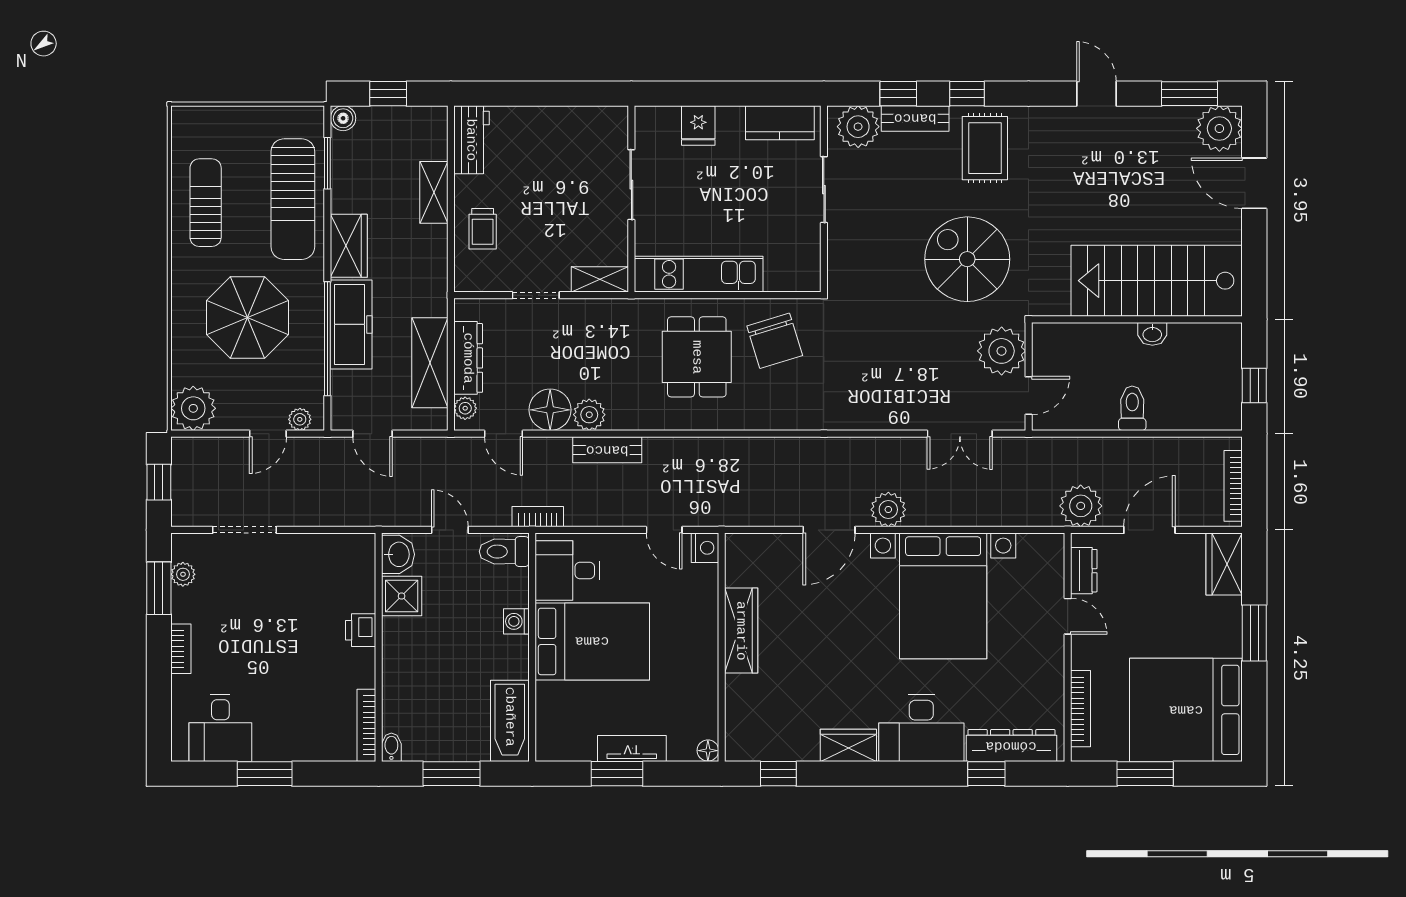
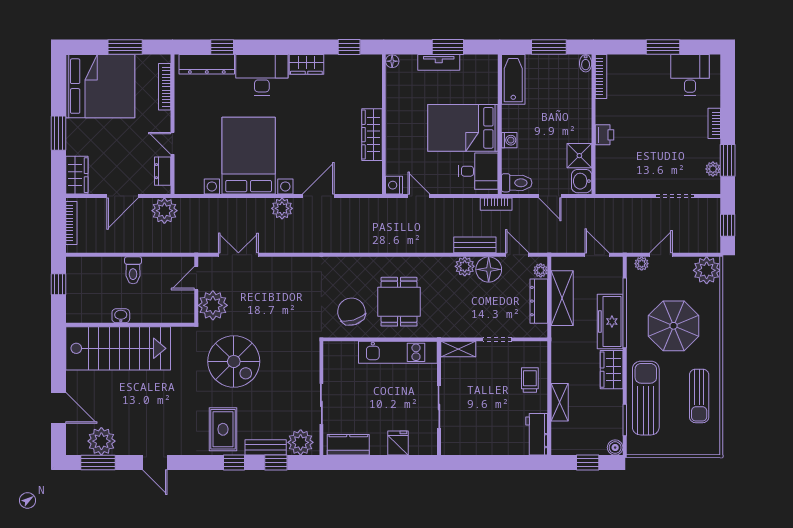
plant: (1219, 128) -> (101, 441), moved
bench: (607, 450) -> (475, 245), moved

